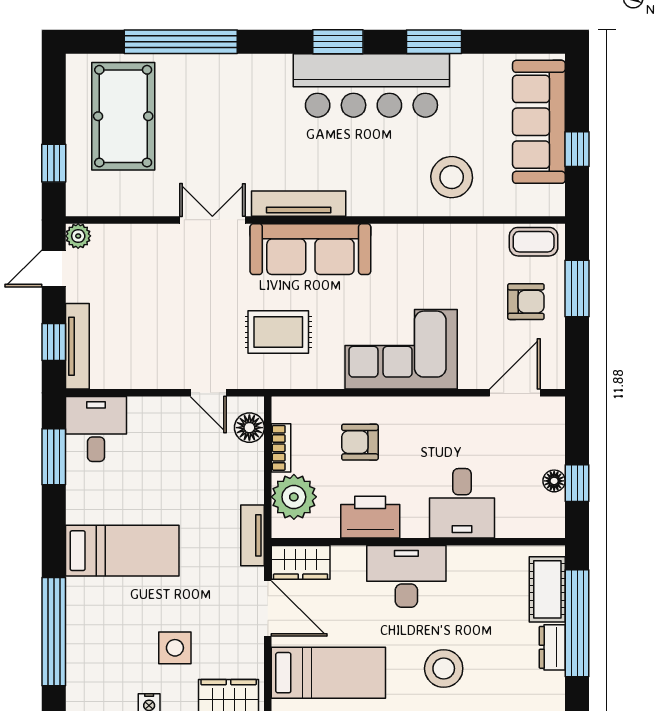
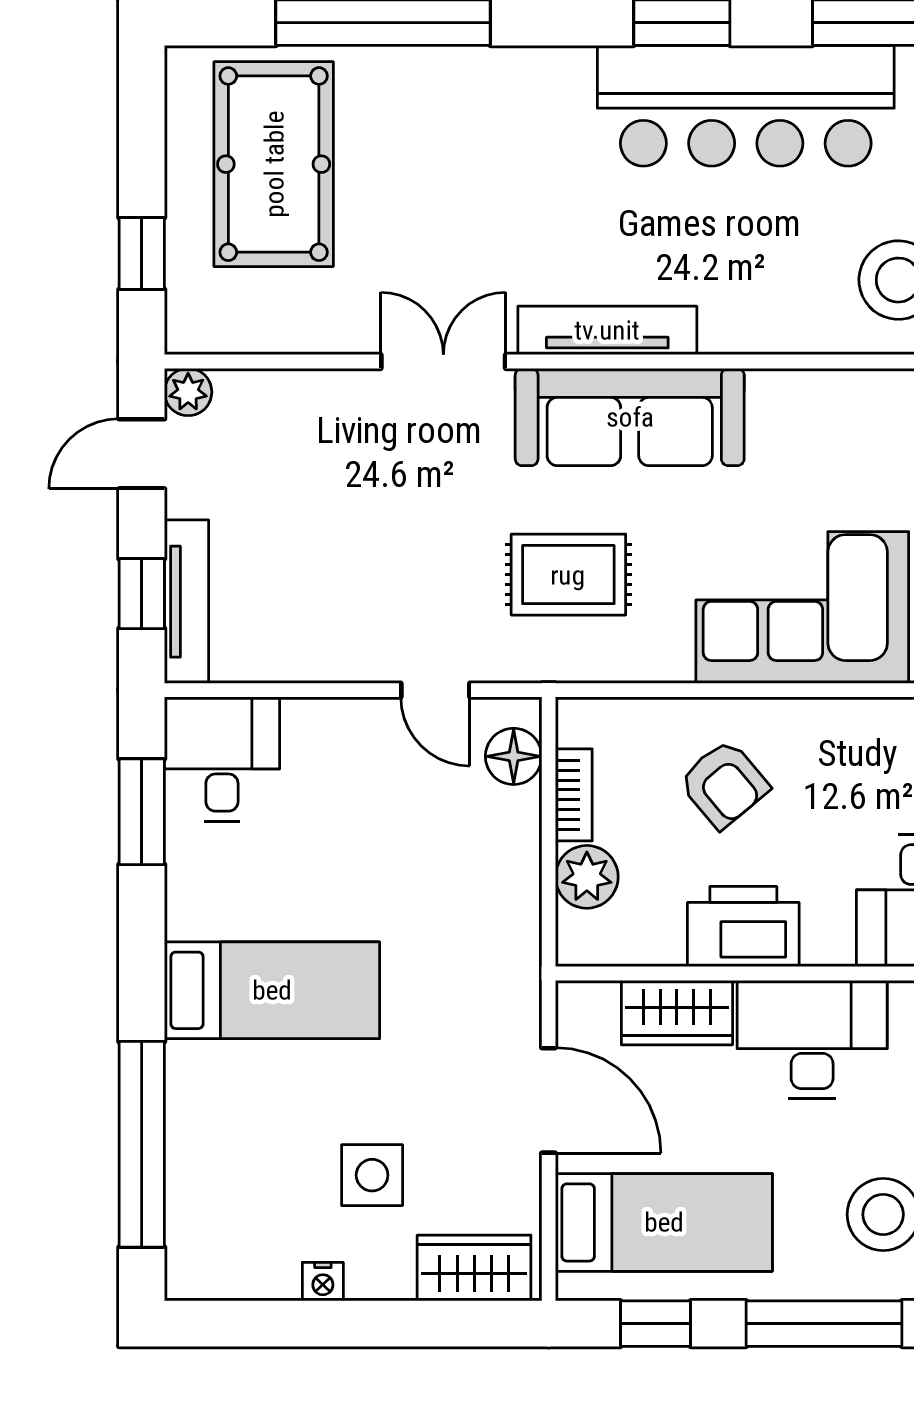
armchair: (360, 442) -> (724, 784), turned -130
plant: (294, 497) -> (587, 877), width x0.73, depth x0.73
tv unit: (253, 535) -> (520, 961), removed
wardrobe: (301, 562) -> (677, 1013), moved

